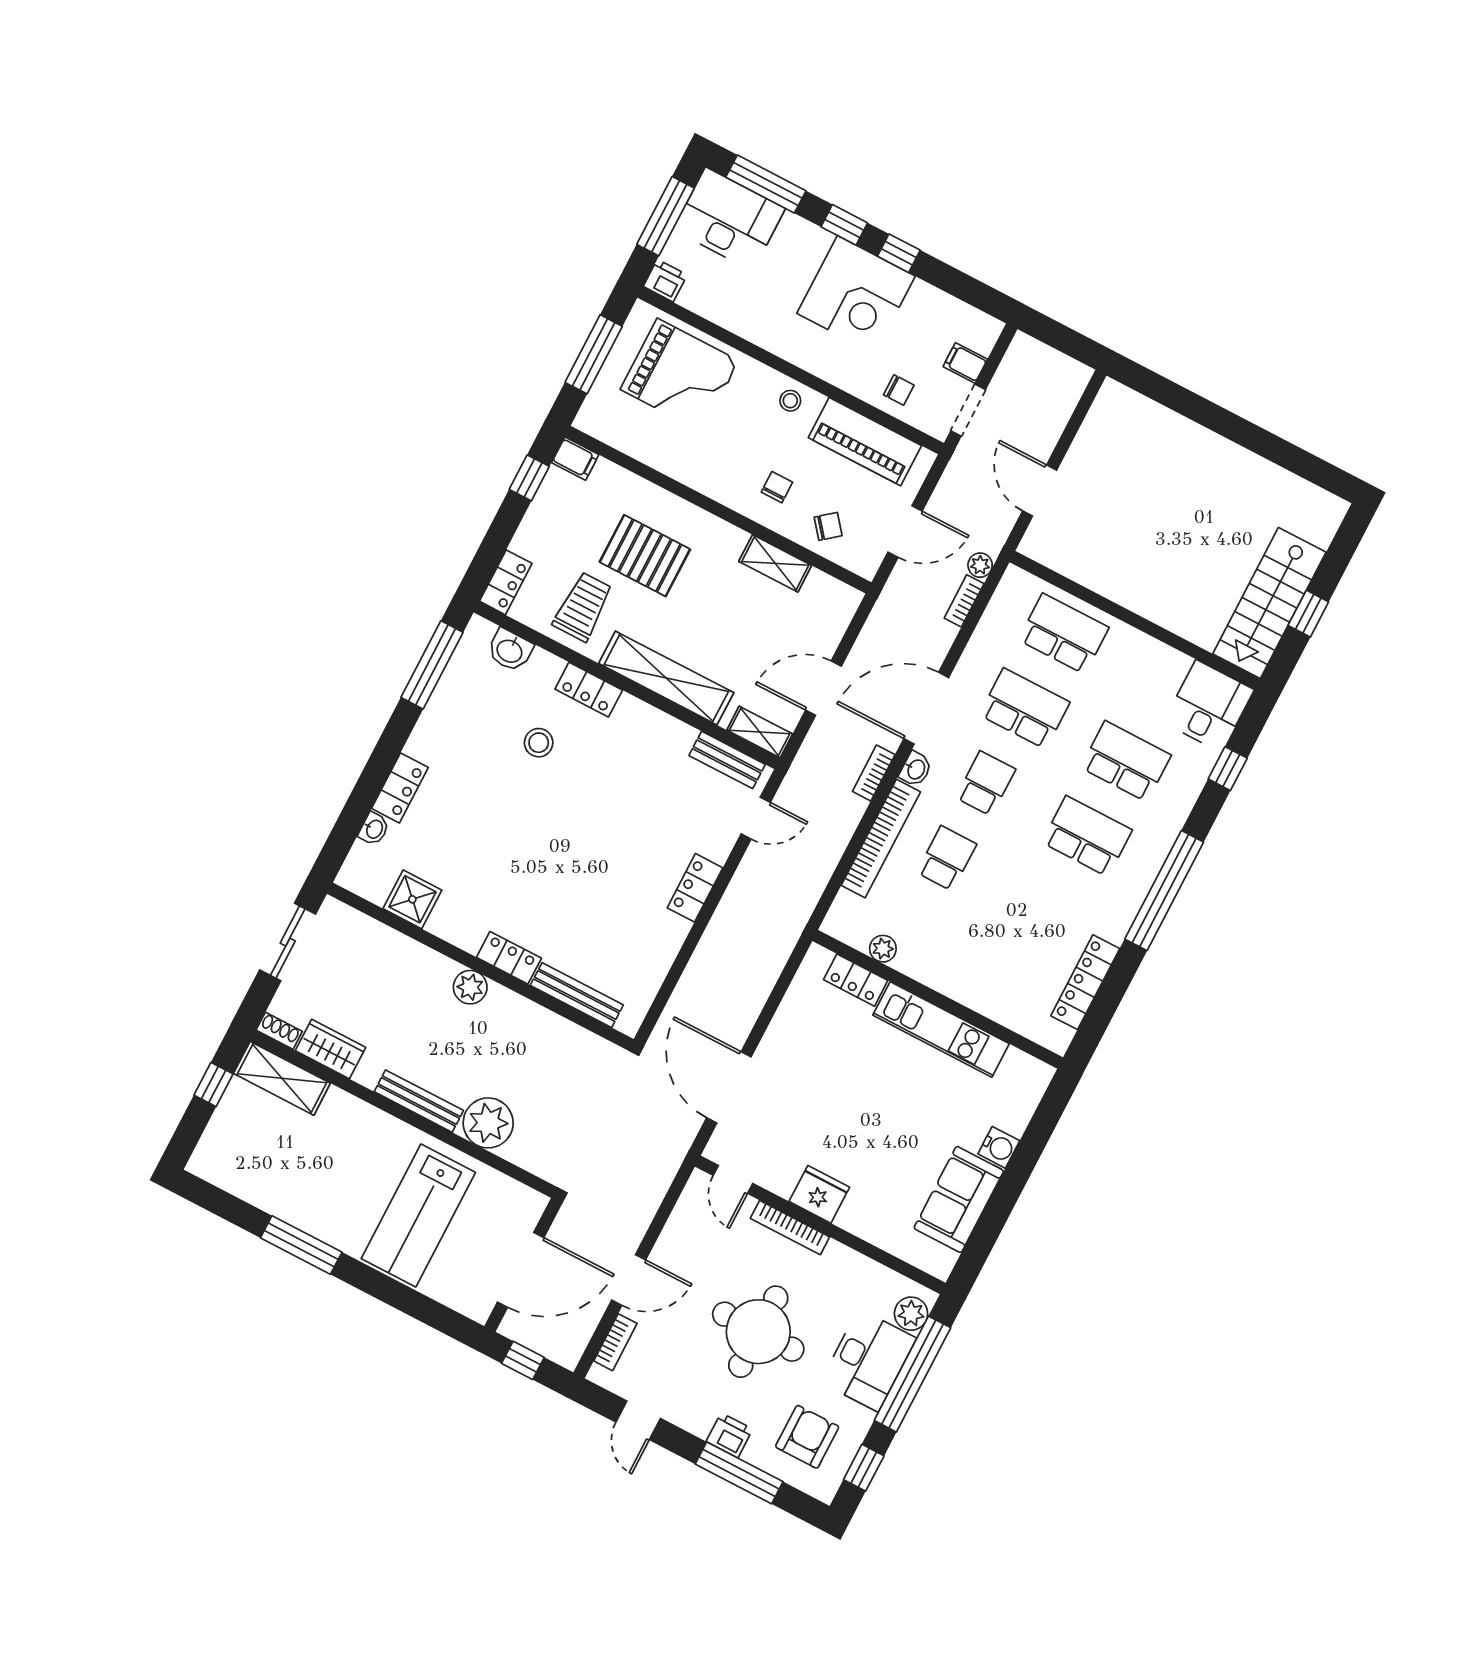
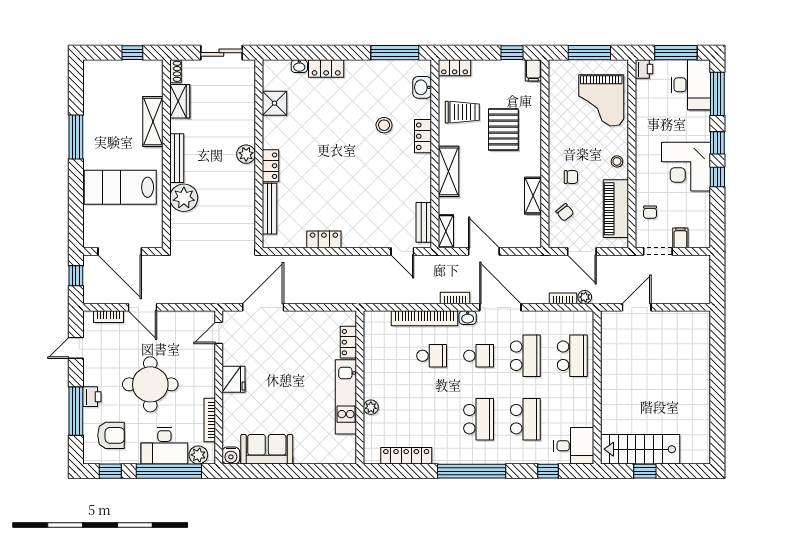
shelving: (666, 678) -> (449, 171), width x0.68
locker: (695, 888) -> (324, 239), moved
plant: (883, 949) -> (371, 407), moved
shelving: (282, 1078) -> (153, 122), moved
water cooler: (999, 1147) -> (231, 456), moved
bookcase: (790, 1228) -> (210, 420), moved

